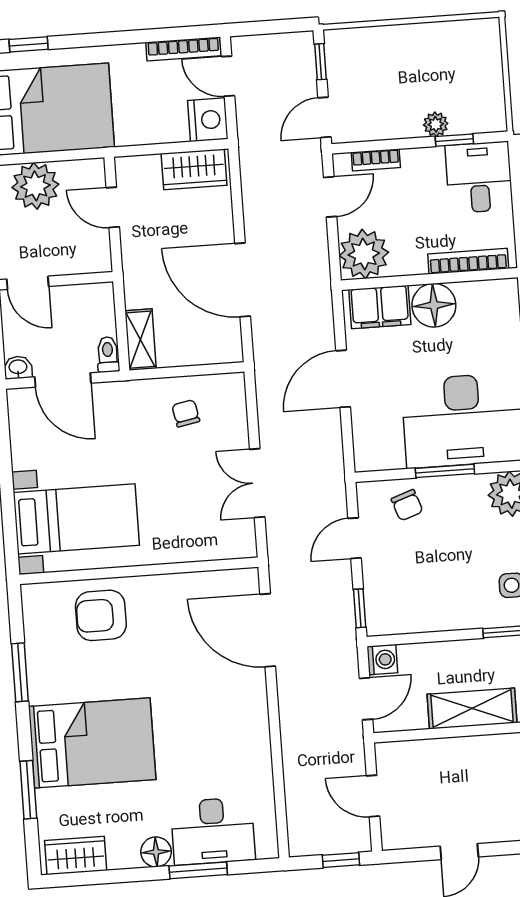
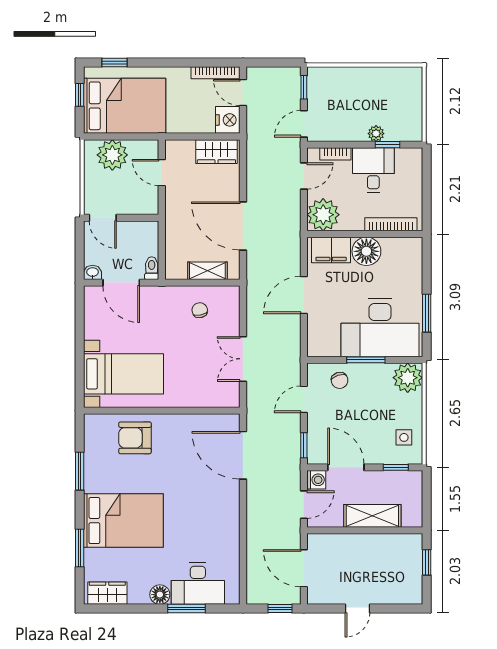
desk: (479, 177) -> (373, 170), moved
shelving: (140, 340) -> (207, 271), moved, turned 90
door: (426, 637) -> (346, 467), added
door: (373, 796) -> (304, 568), width x1.38

